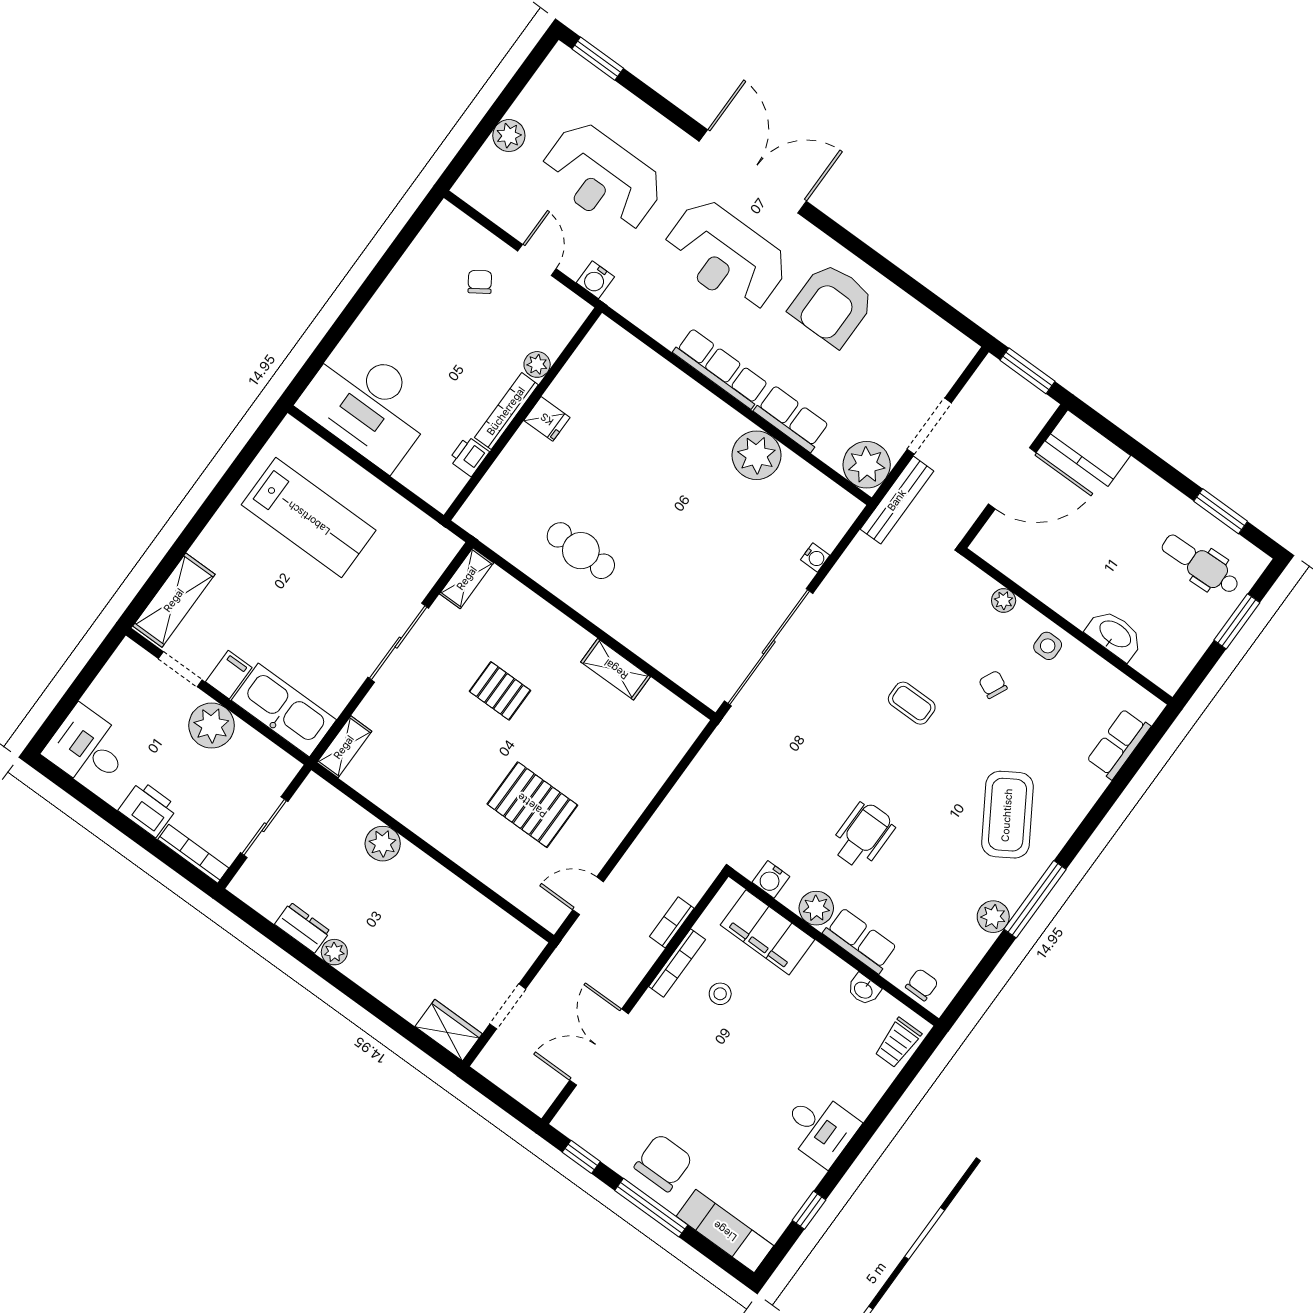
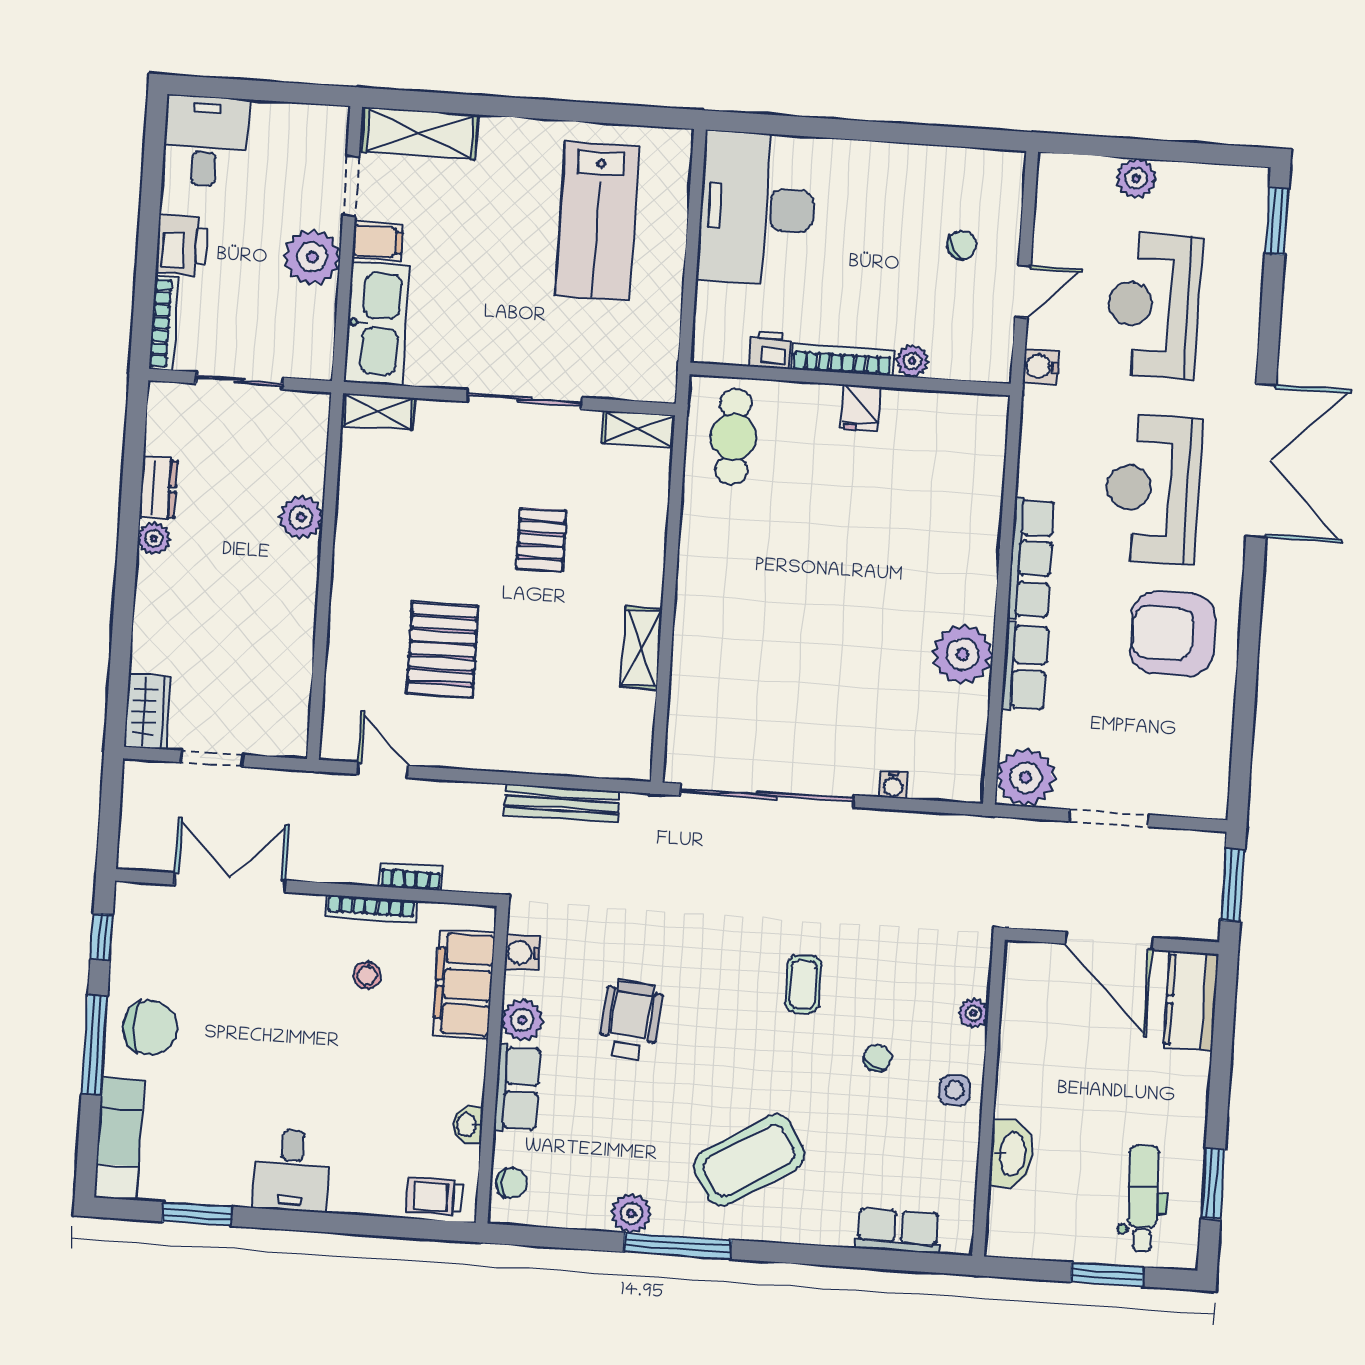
bench: (897, 500) -> (562, 803), moved
cafe table: (581, 551) -> (733, 437), moved
wheelchair: (863, 835) -> (631, 1021), turned -85
window: (809, 1210) -> (197, 1214), width x1.50

